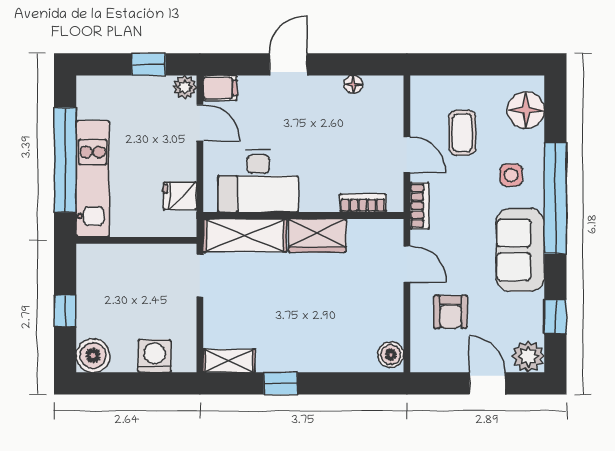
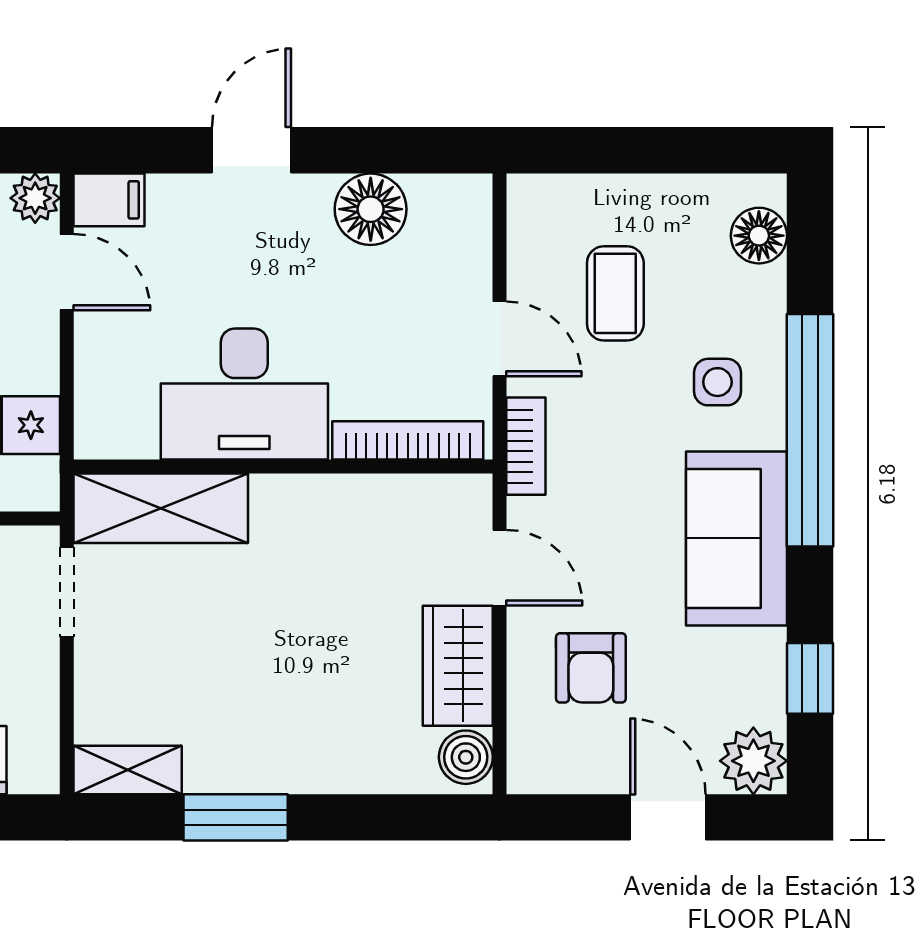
floor lamp: (353, 84) -> (371, 209), width x1.89, depth x1.89
floor lamp: (526, 110) -> (759, 236), width x0.73, depth x0.73
desk: (258, 181) -> (244, 394), moved
bookcase: (363, 203) -> (408, 440), width x1.56
wardrobe: (317, 236) -> (458, 666), moved, turned 90
window: (281, 383) -> (236, 817), width x1.50

